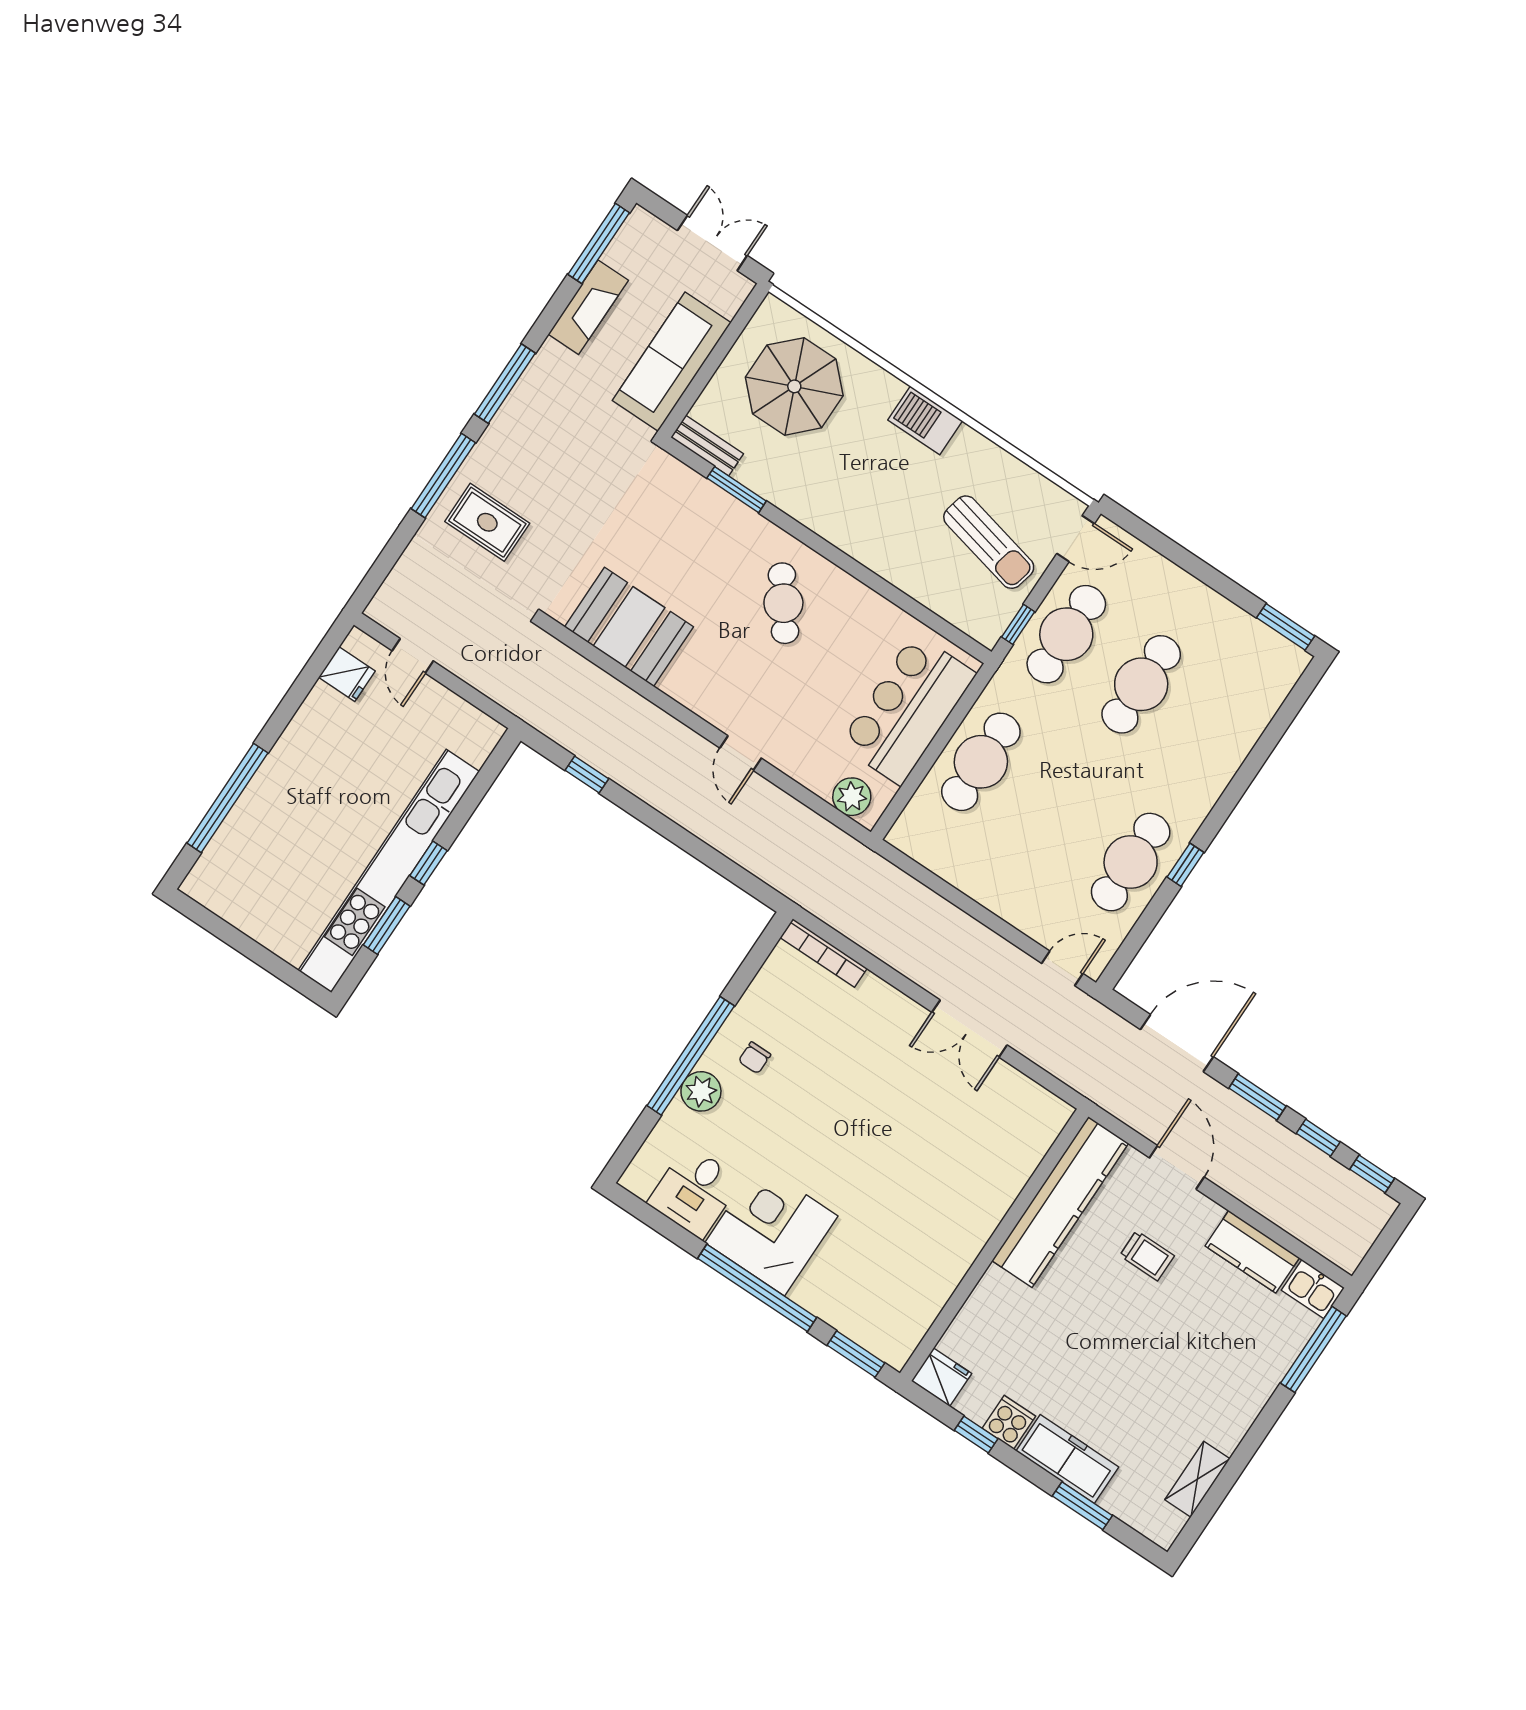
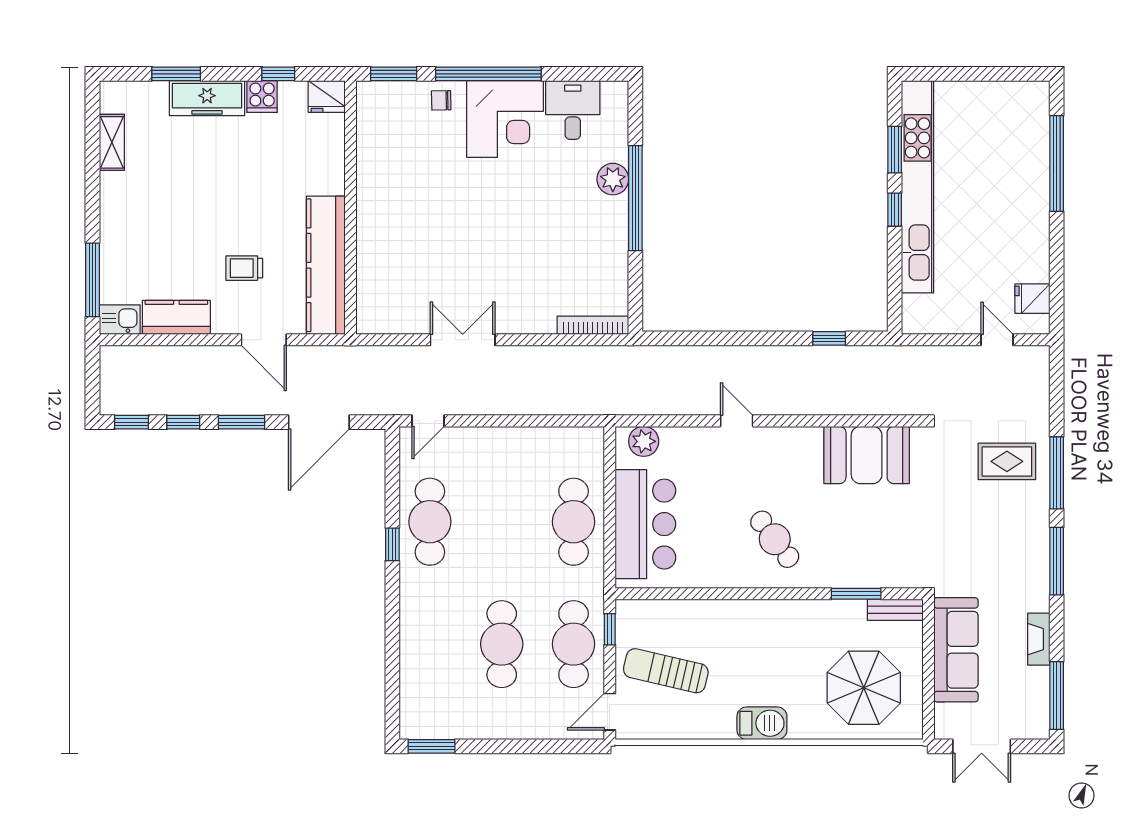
fireplace: (588, 307) -> (1039, 639), width x0.73, depth x0.76
chair: (755, 1058) -> (441, 100), moved, turned -91

